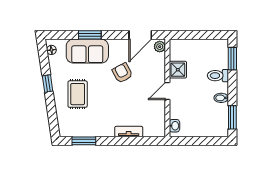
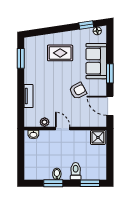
window: (90, 35) -> (110, 73), moved
plant: (160, 47) -> (45, 122), moved
shower: (178, 70) -> (98, 137), moved
window: (48, 83) -> (86, 25), moved
window: (232, 117) -> (53, 183), moved

